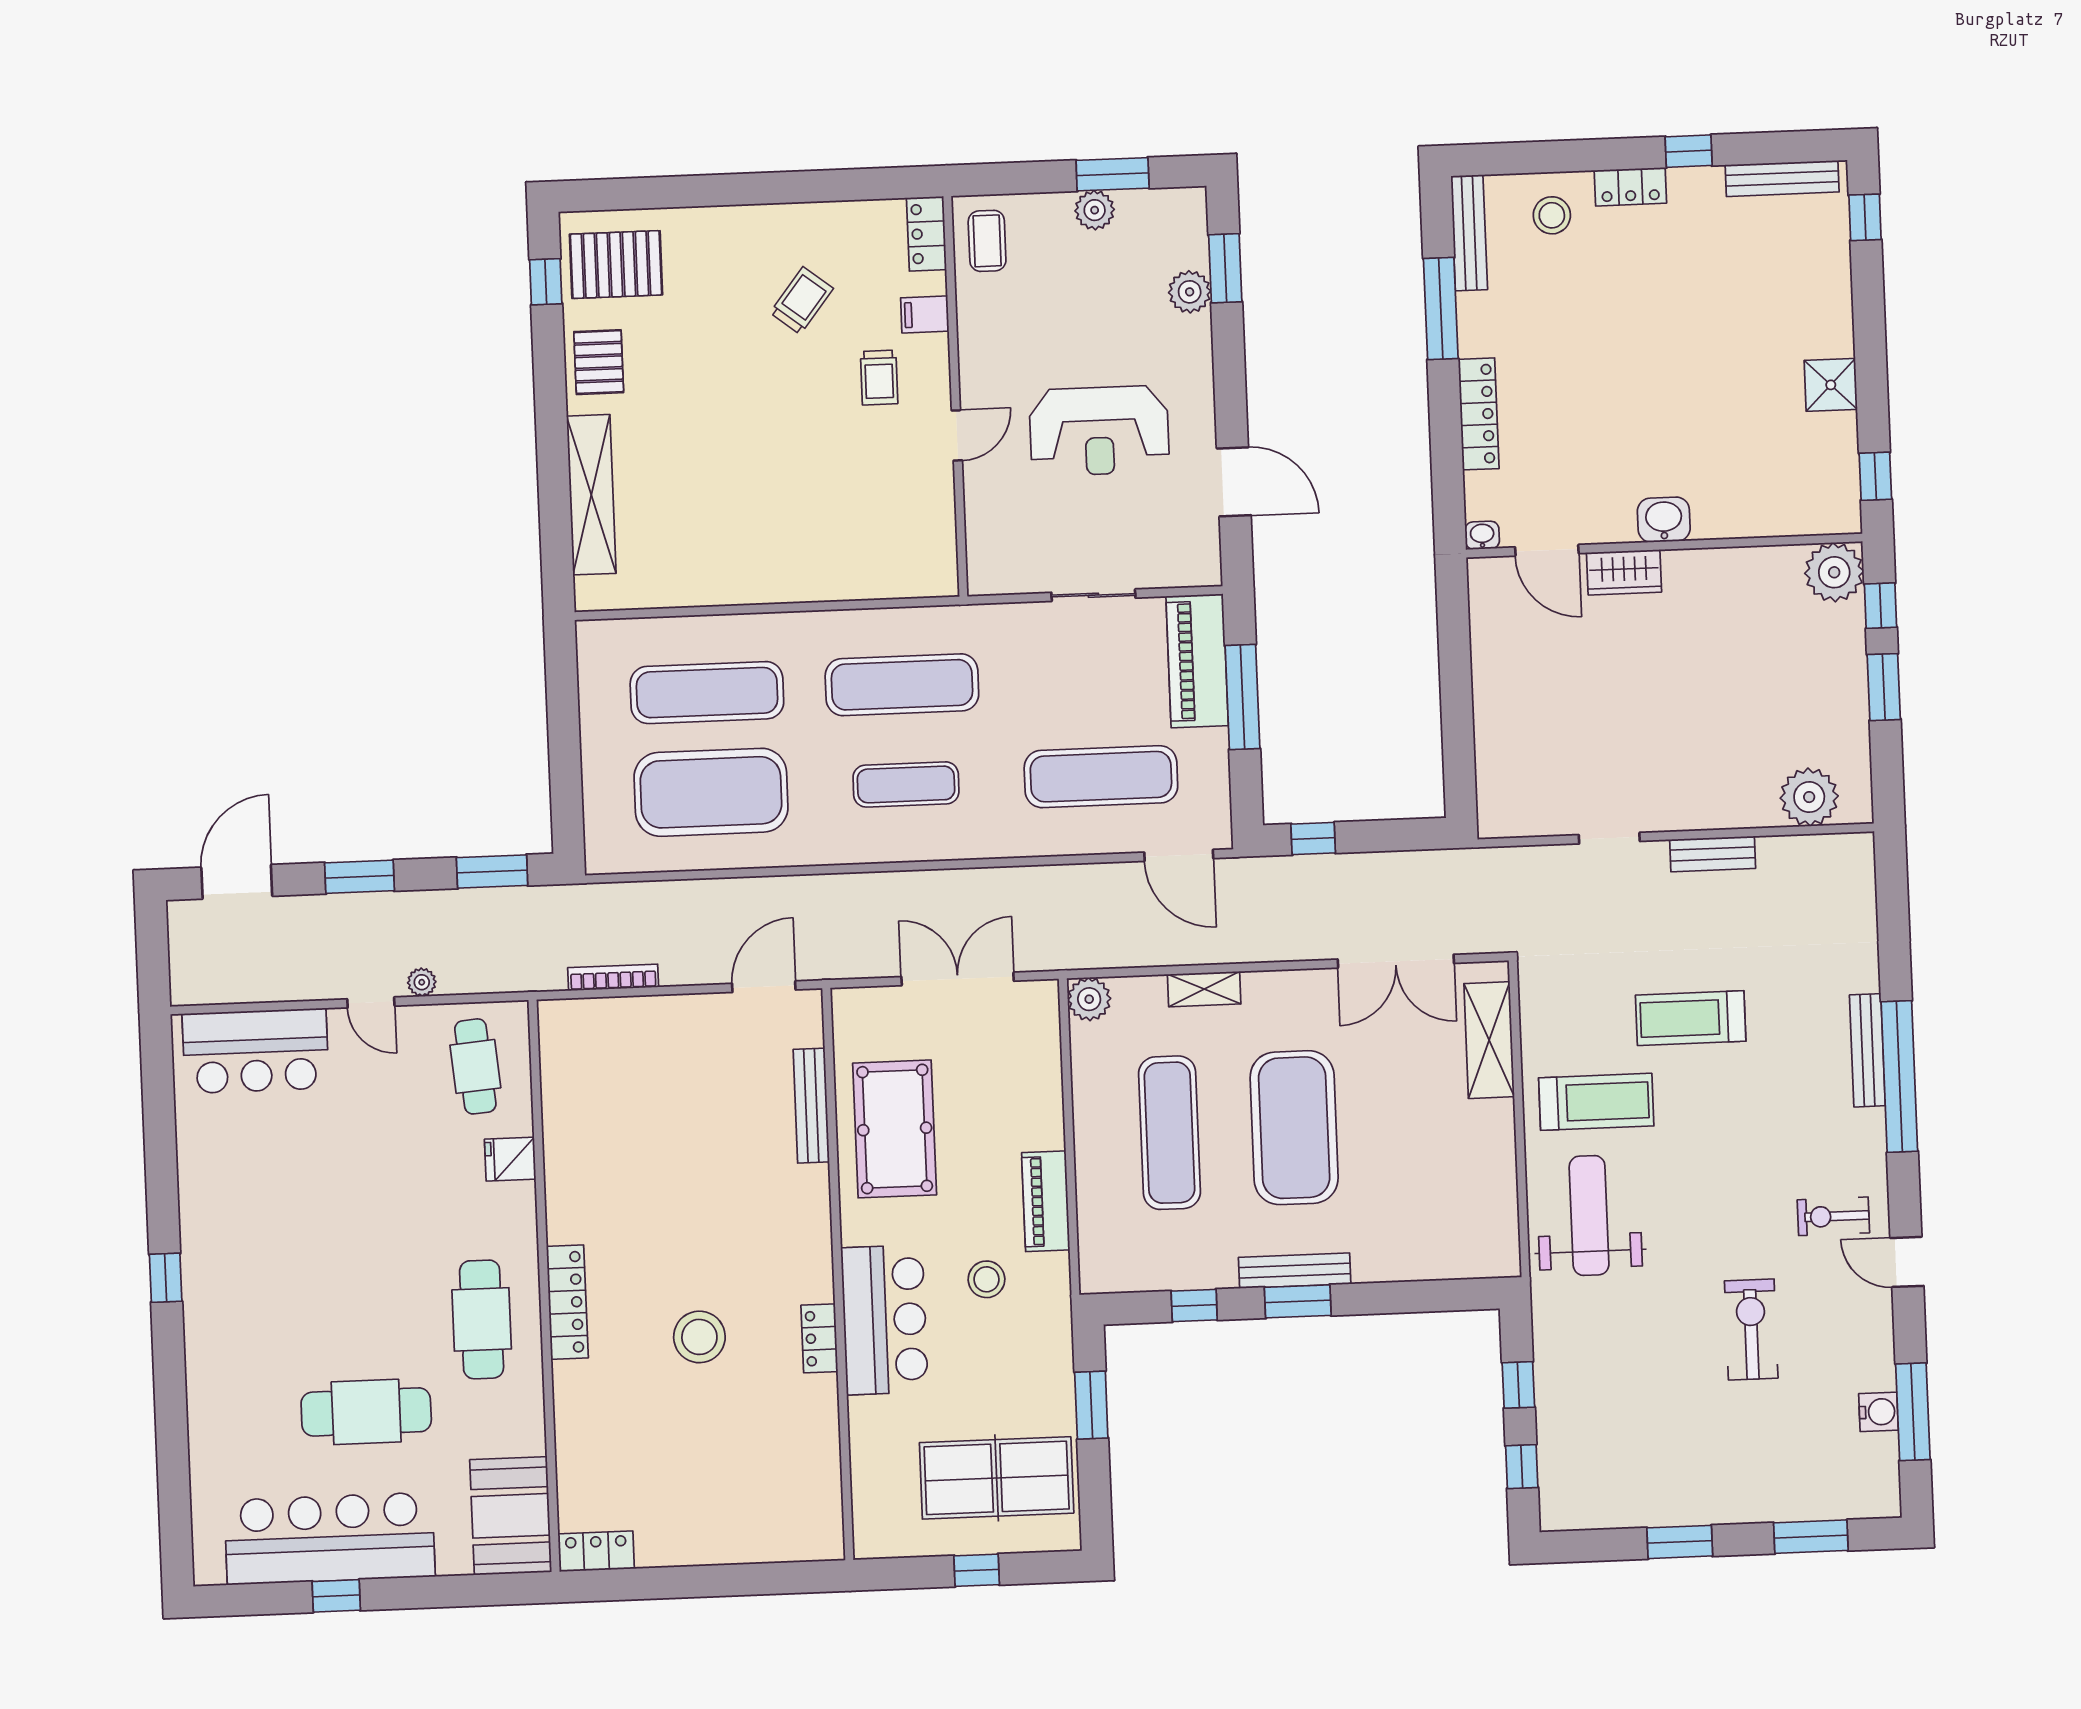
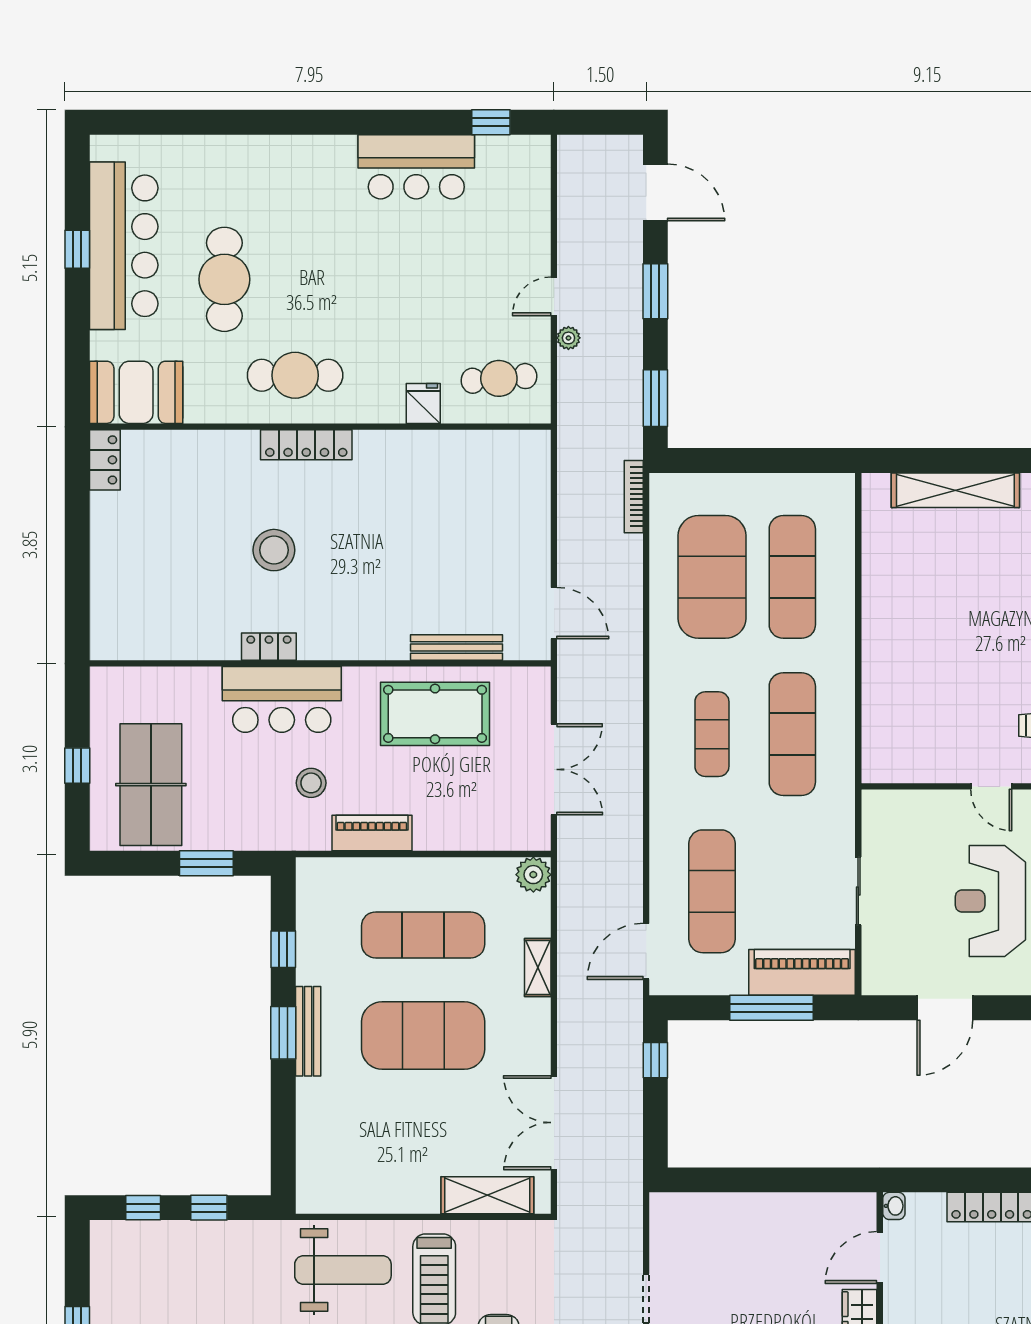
bookcase: (613, 977) -> (634, 497), moved, turned 180
bar counter: (256, 1051) -> (416, 167), moved, turned -90
window: (166, 1278) -> (491, 122), moved

